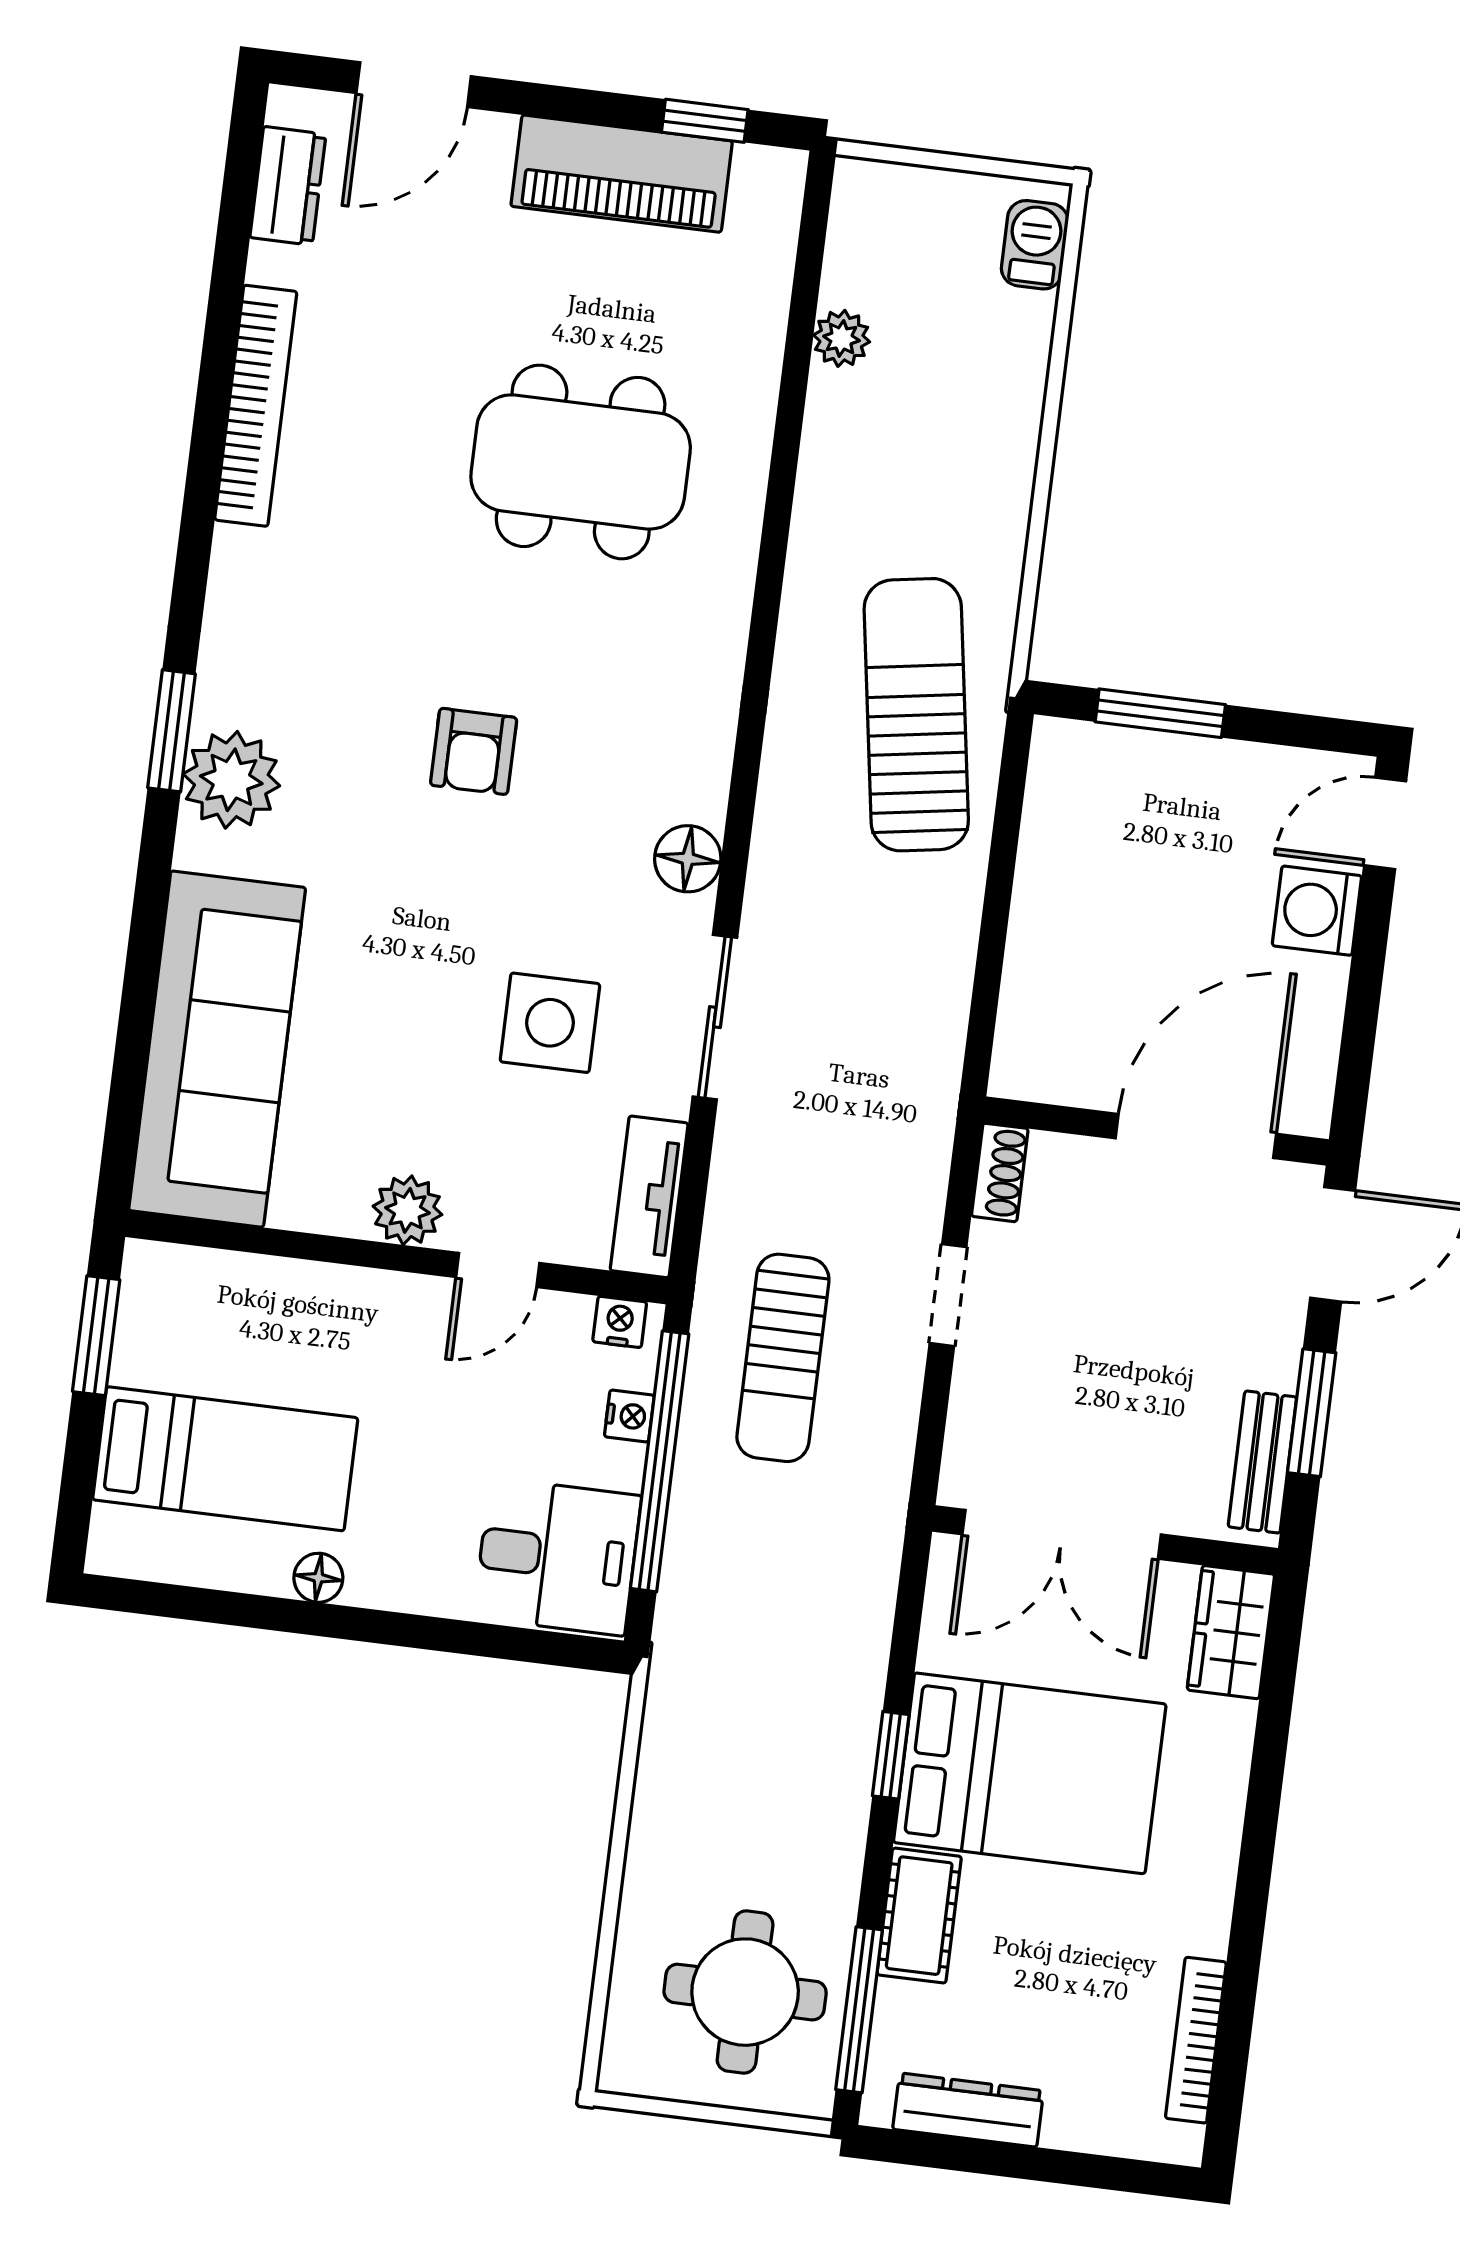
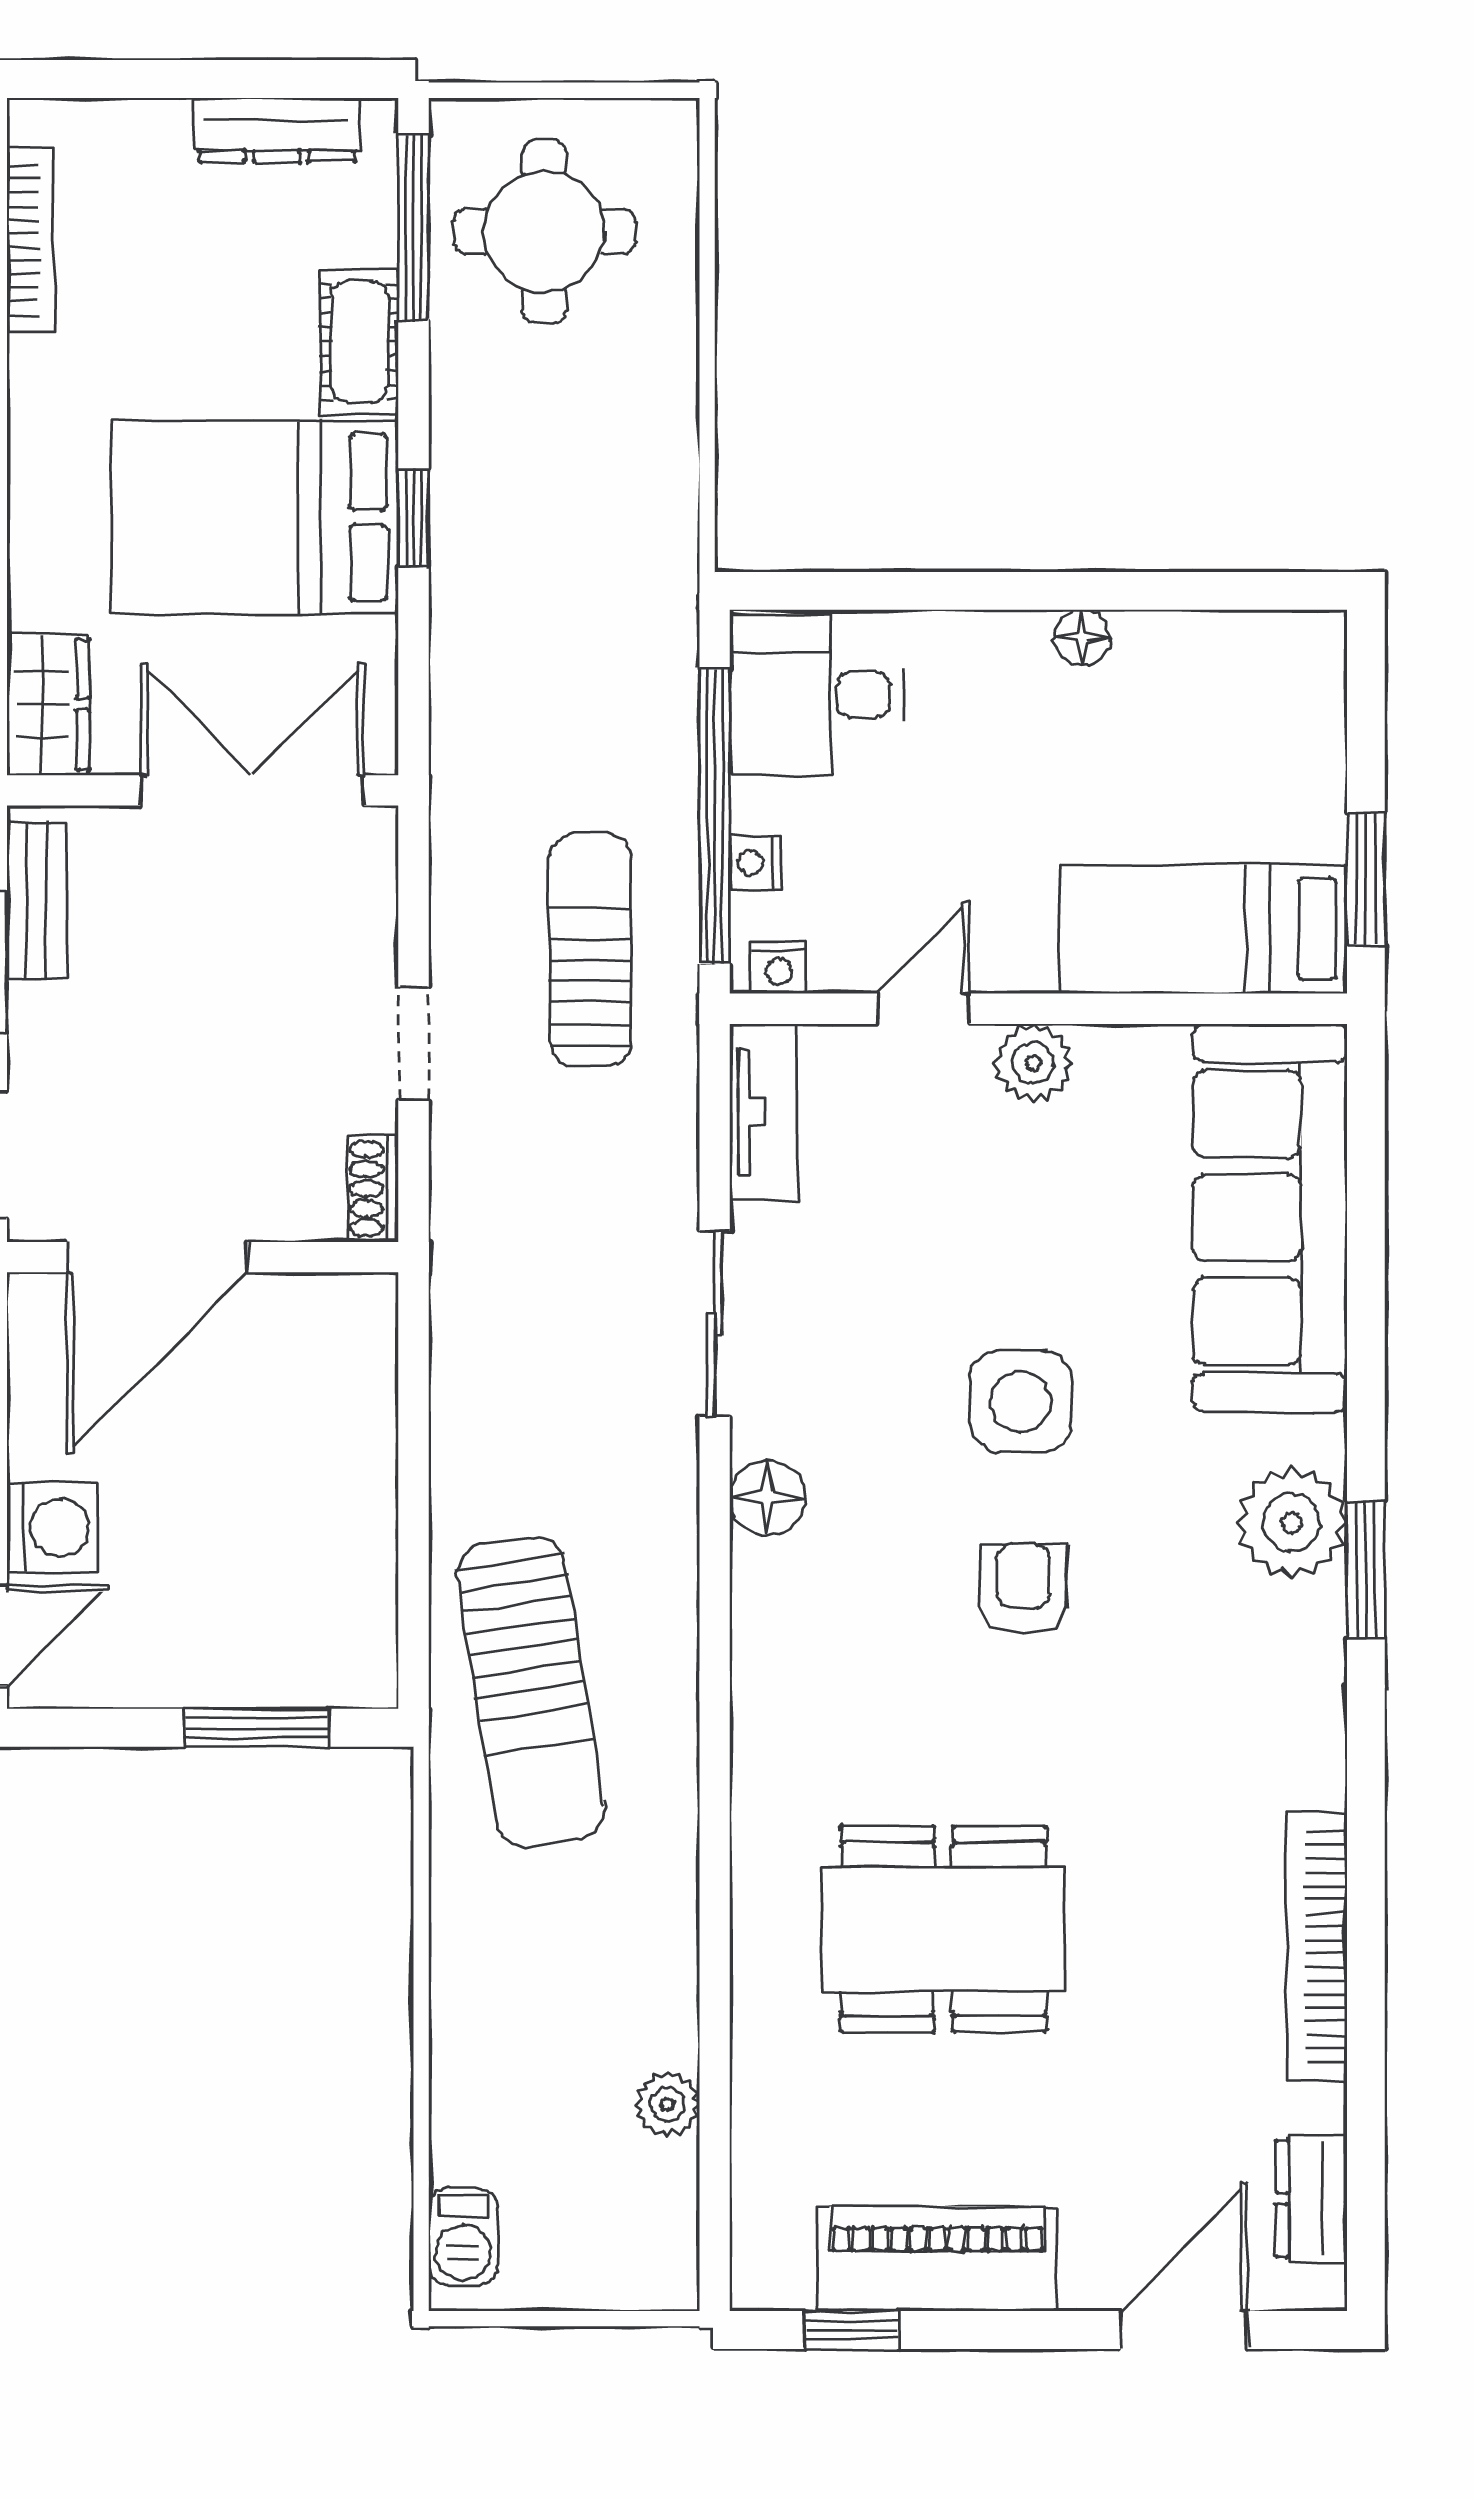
side table: (550, 1023) -> (1021, 1402), moved
bed: (225, 1459) -> (1203, 929), moved

